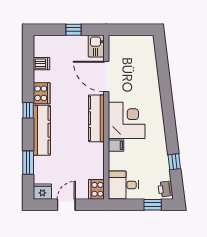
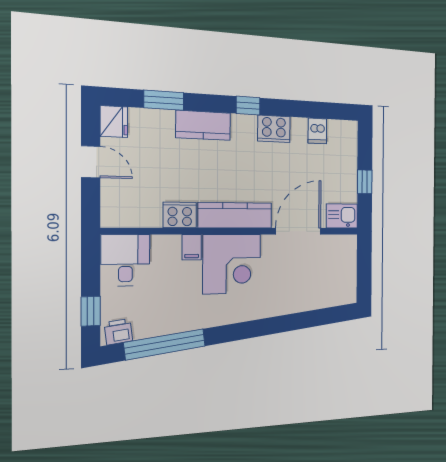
kitchen counter: (42, 130) -> (203, 125), width x0.67
window: (174, 162) -> (165, 344), width x3.17
cooker: (96, 189) -> (180, 215), moved

